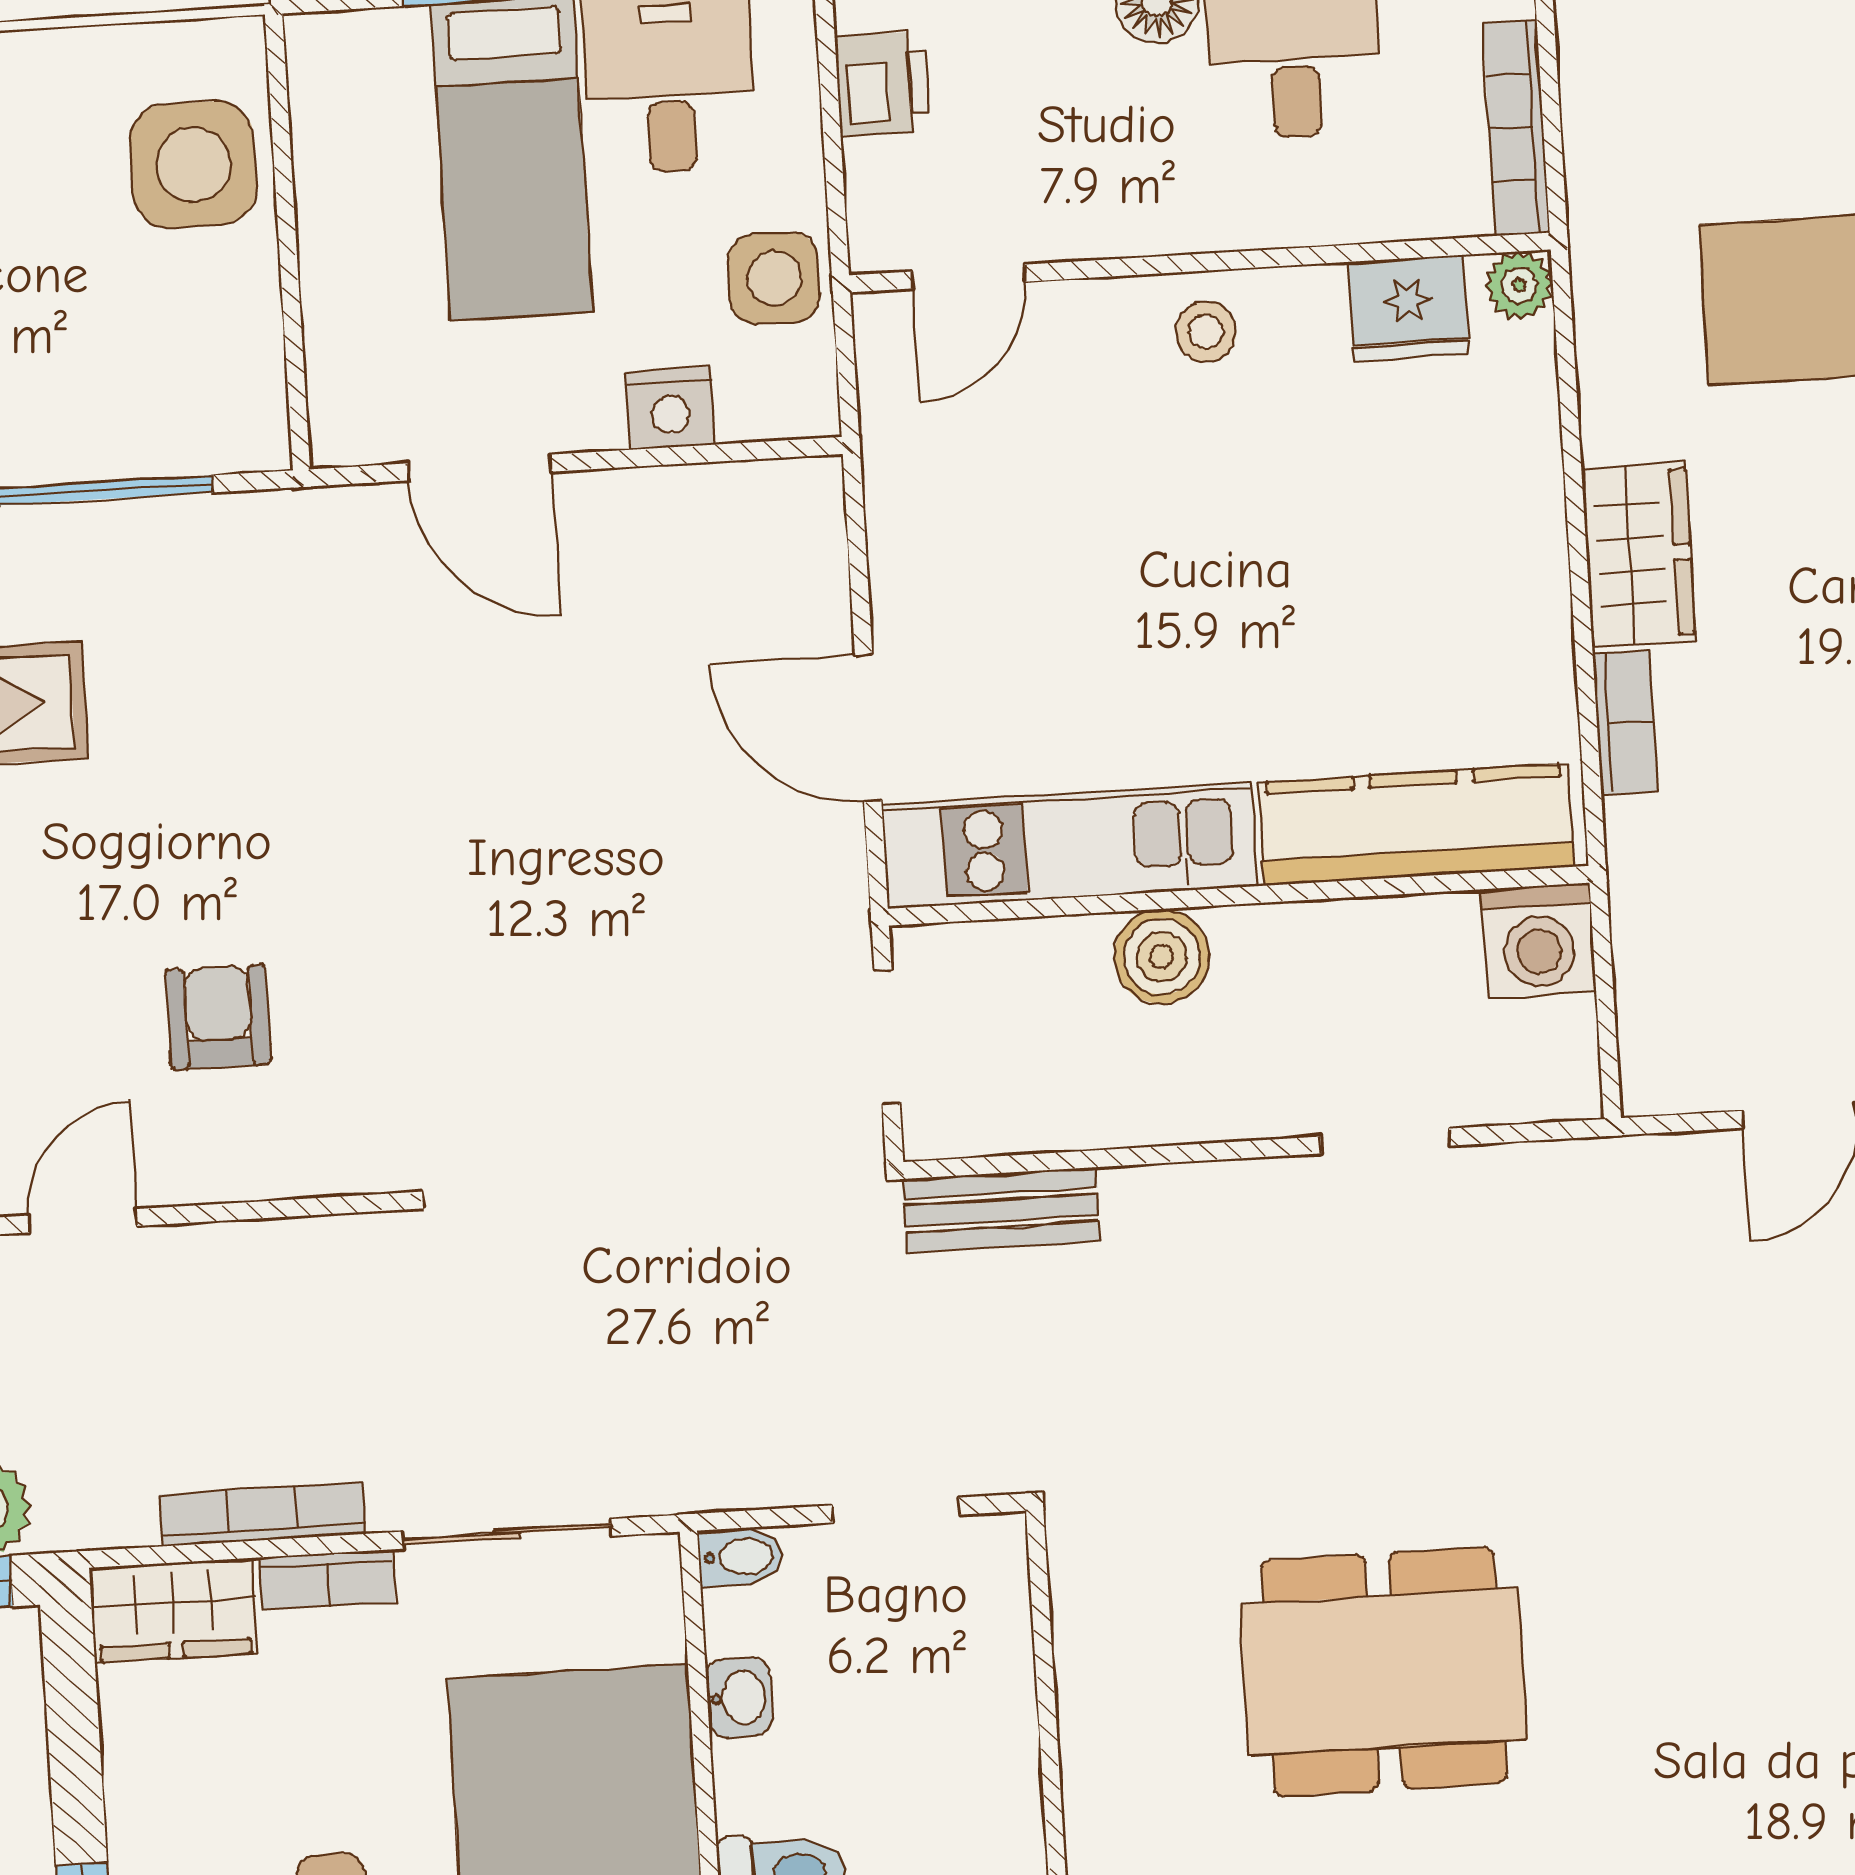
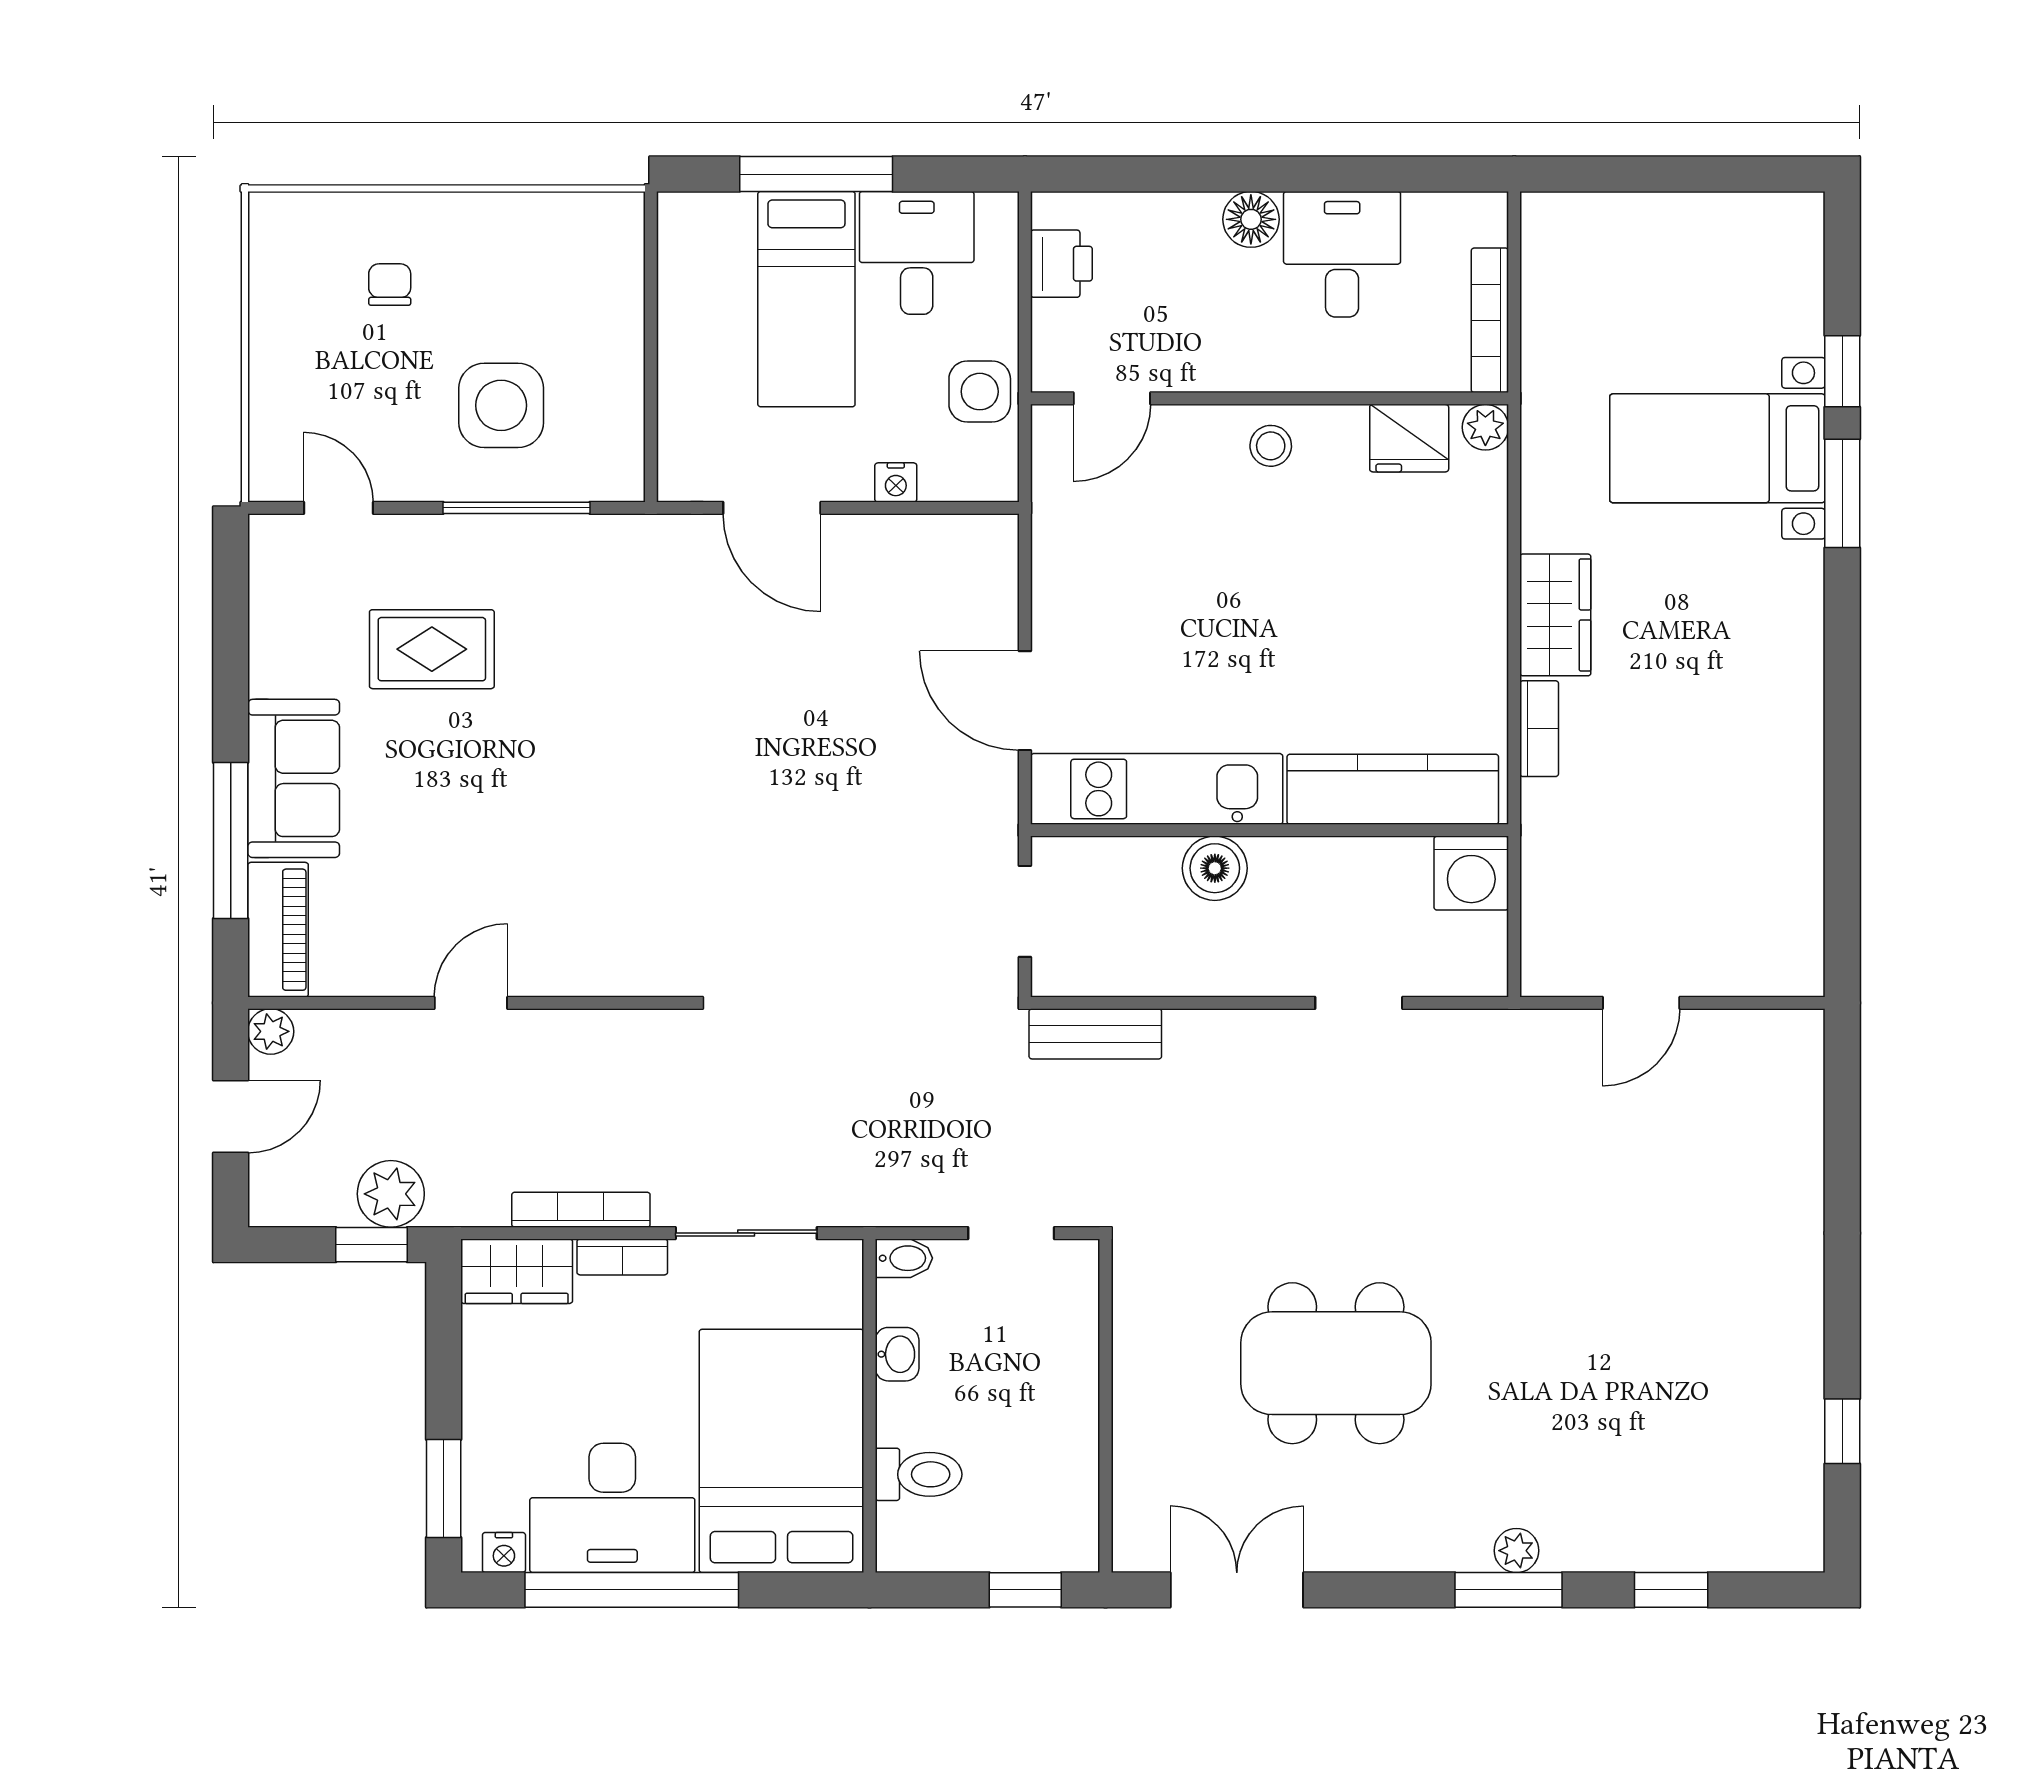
side table: (193, 165) -> (501, 405), moved
nightstand: (670, 408) -> (896, 482), width x0.72, depth x0.74
armchair: (218, 1017) -> (572, 870), removed

